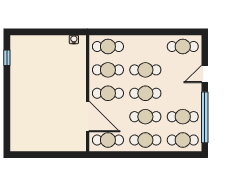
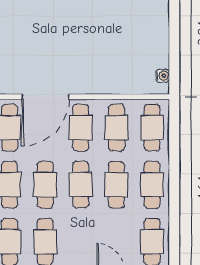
cafe table: (145, 47) -> (152, 185), added

